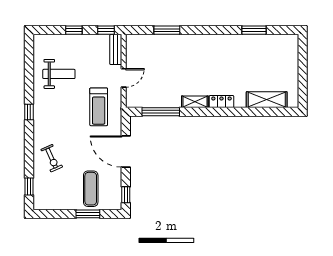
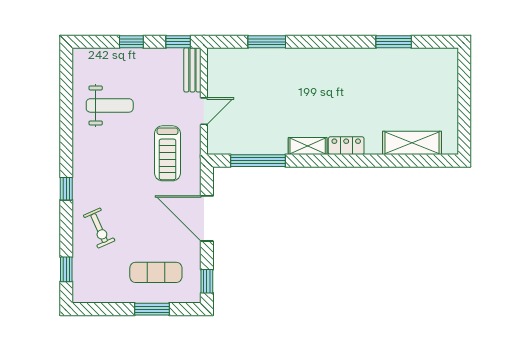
window: (29, 112) -> (66, 189), moved
exercise mat: (91, 189) -> (156, 272), turned 90

